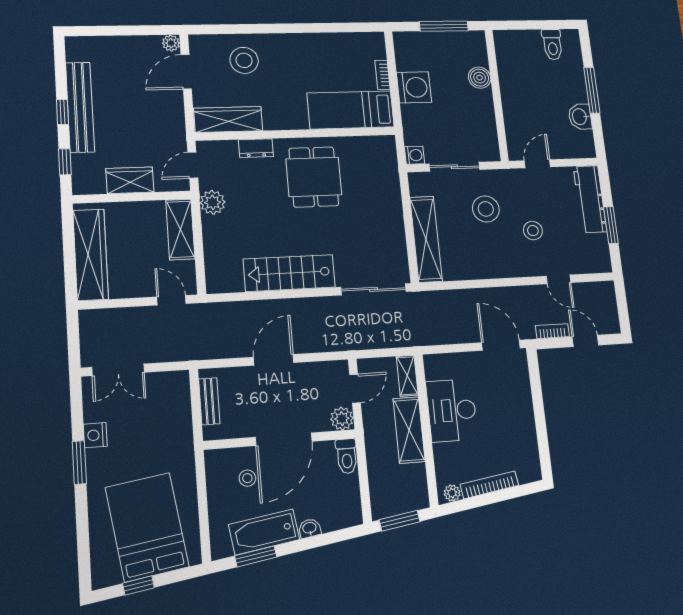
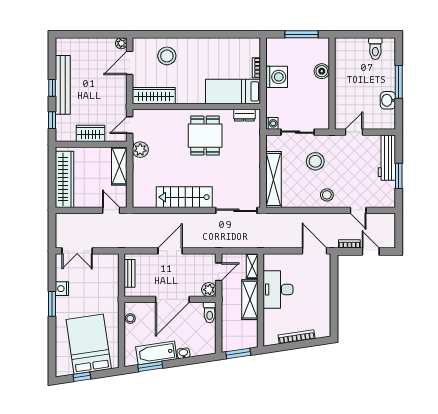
dresser: (256, 148) -> (244, 115), moved
stool: (533, 231) -> (327, 195), moved
stool: (247, 478) -> (130, 318), moved
plant: (452, 493) -> (272, 340), removed

